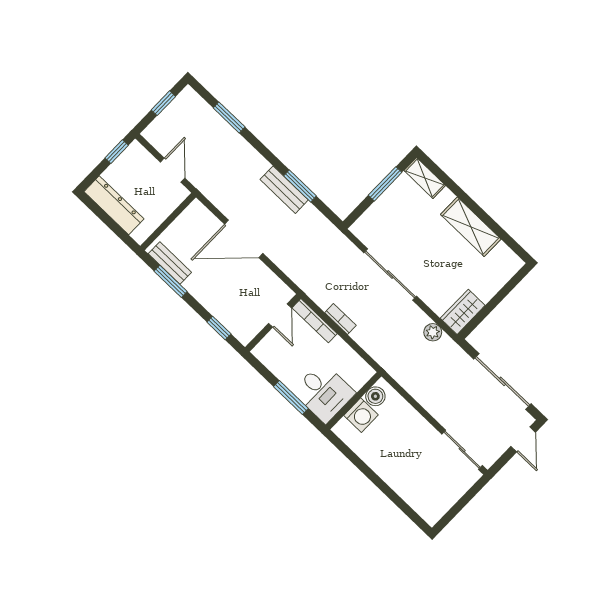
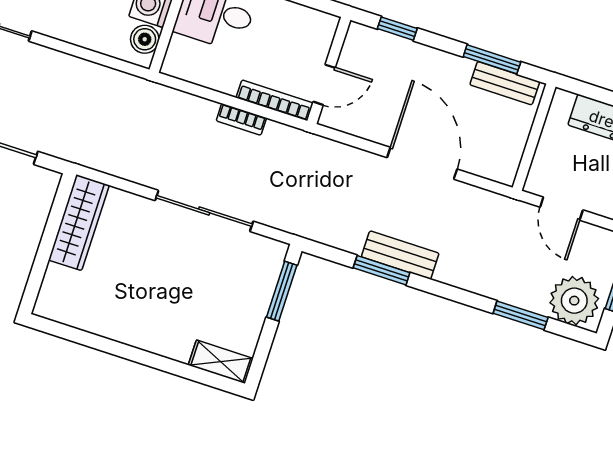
window: (385, 184) -> (282, 291), moved
shelving: (471, 227) -> (128, 327), removed
door: (244, 239) -> (422, 163), hinge flipped
wardrobe: (463, 312) -> (79, 223), width x1.50
door: (280, 316) -> (324, 85), swing flipped
plant: (433, 332) -> (574, 301), moved, width x1.88, depth x1.88

